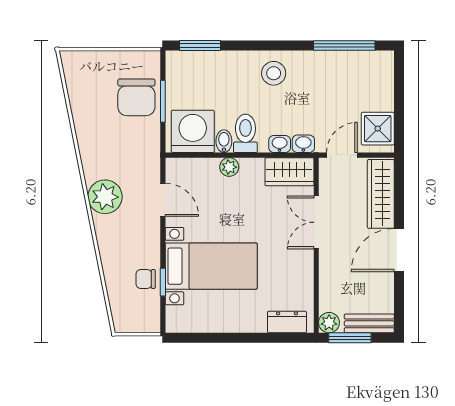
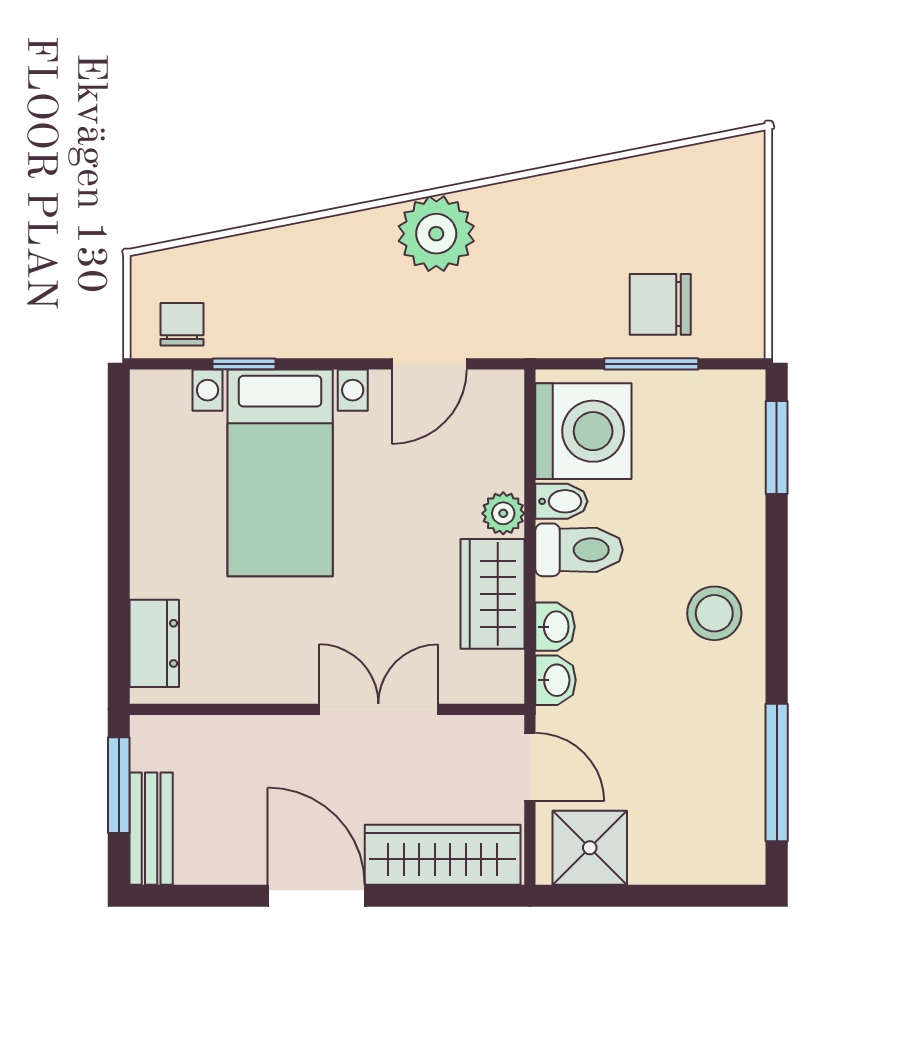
chair: (136, 97) -> (660, 304), width x0.73, depth x0.73
wardrobe: (289, 172) -> (493, 594), moved
chair: (146, 279) -> (182, 324), moved
plant: (329, 323) -> (153, 738), removed

